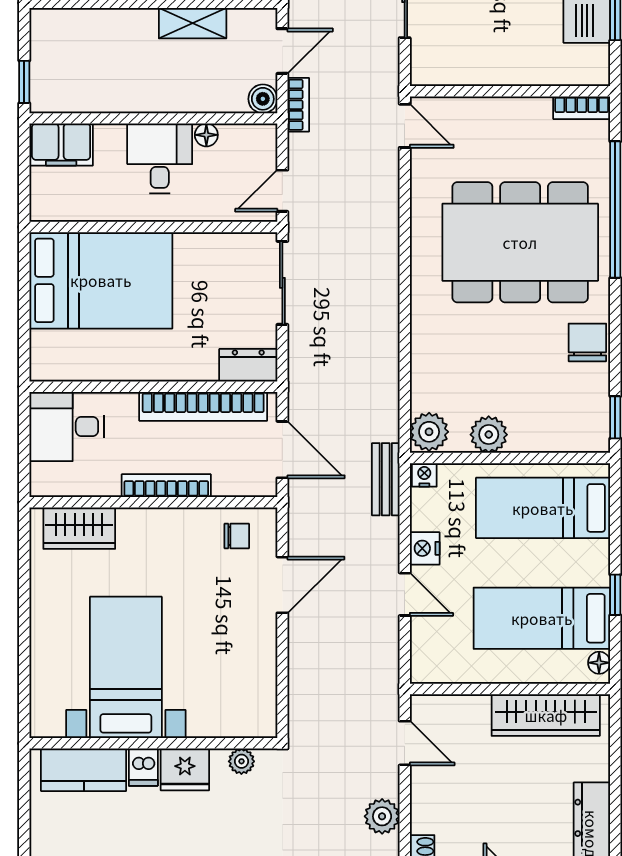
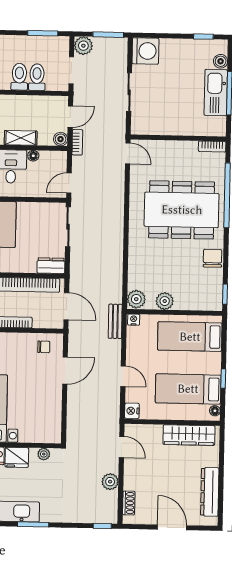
shelving: (193, 23) -> (21, 138), moved
nightstand: (425, 548) -> (132, 411), moved

